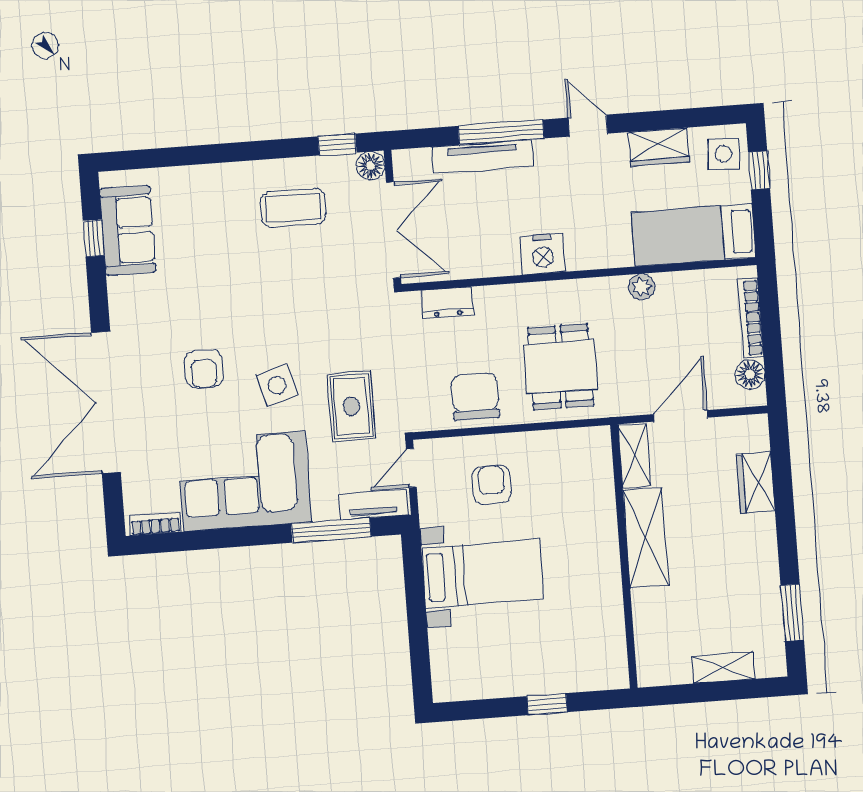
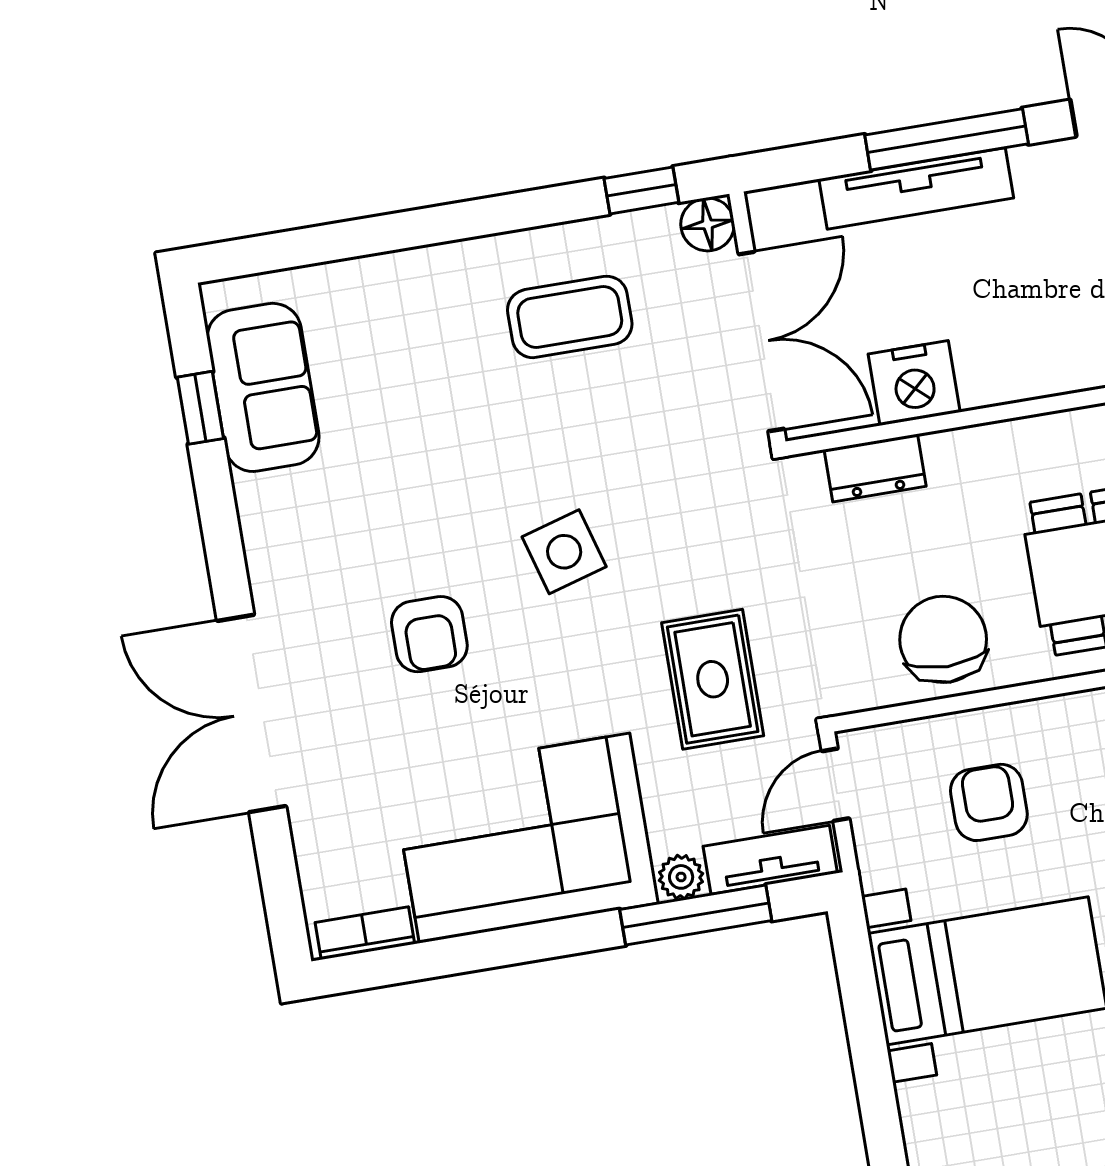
nightstand: (543, 254) -> (914, 383), moved
side table: (277, 385) -> (564, 552), moved
double door: (106, 402) -> (252, 713), width x0.73
plant: (325, 509) -> (681, 877), added

